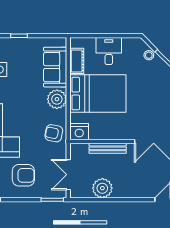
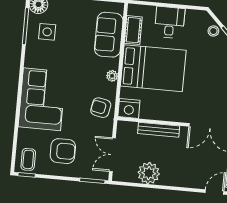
plant: (57, 99) -> (112, 76), width x0.53, depth x0.53

